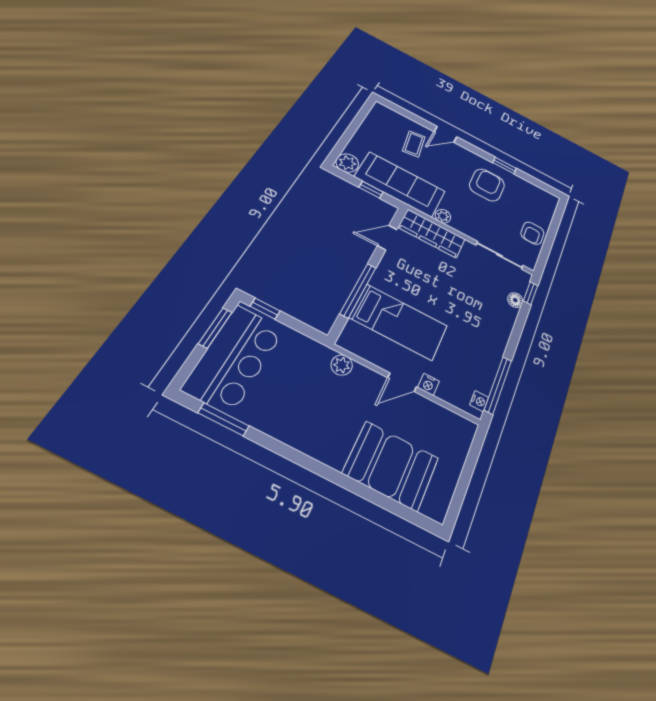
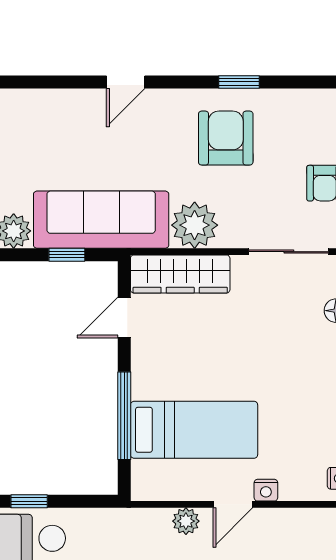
coffee table: (414, 144) -> (88, 133), removed
plant: (443, 216) -> (195, 225), width x1.88, depth x1.88
plant: (342, 365) -> (186, 521), moved

